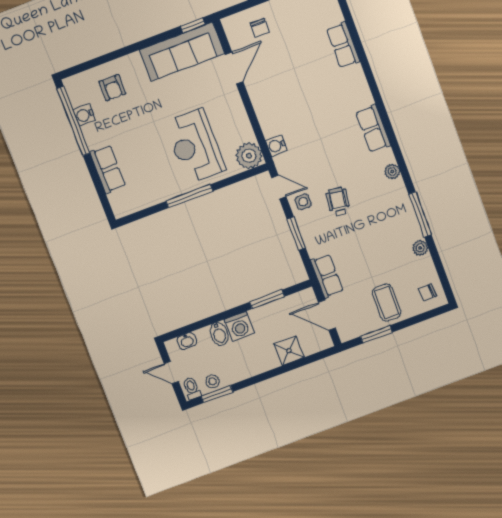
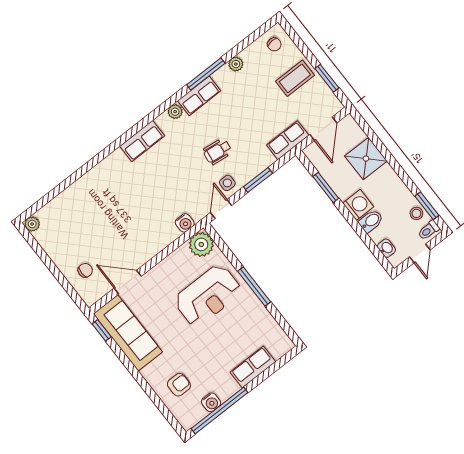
row of seats: (343, 45) -> (199, 96), moved
shower: (289, 351) -> (366, 159), width x1.36, depth x1.36

